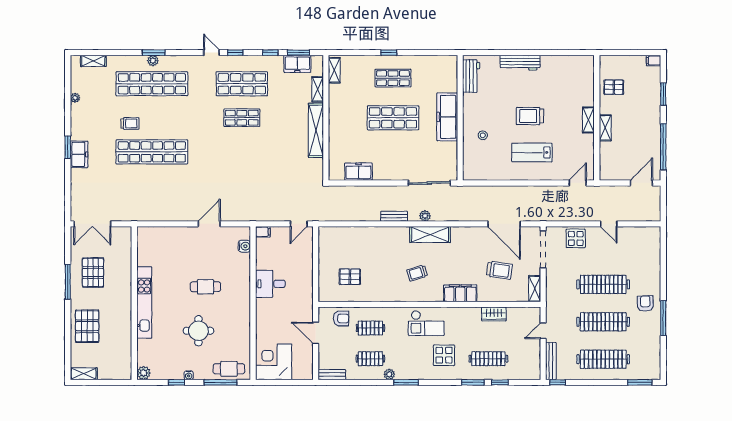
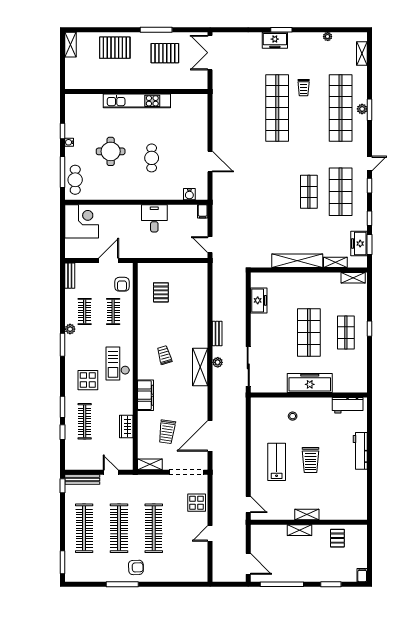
trolley: (530, 116) -> (311, 460), turned 180
plant: (144, 373) -> (71, 100), removed

